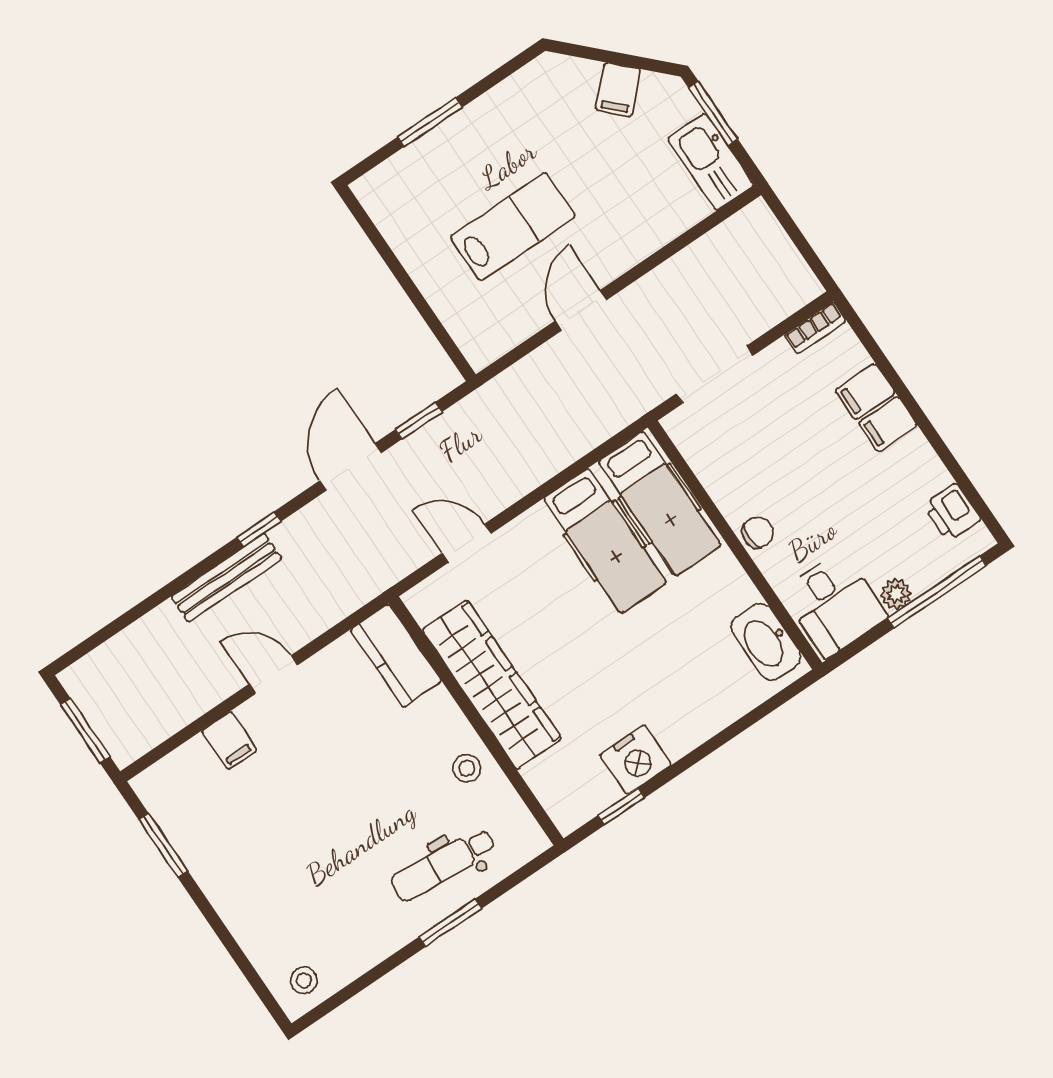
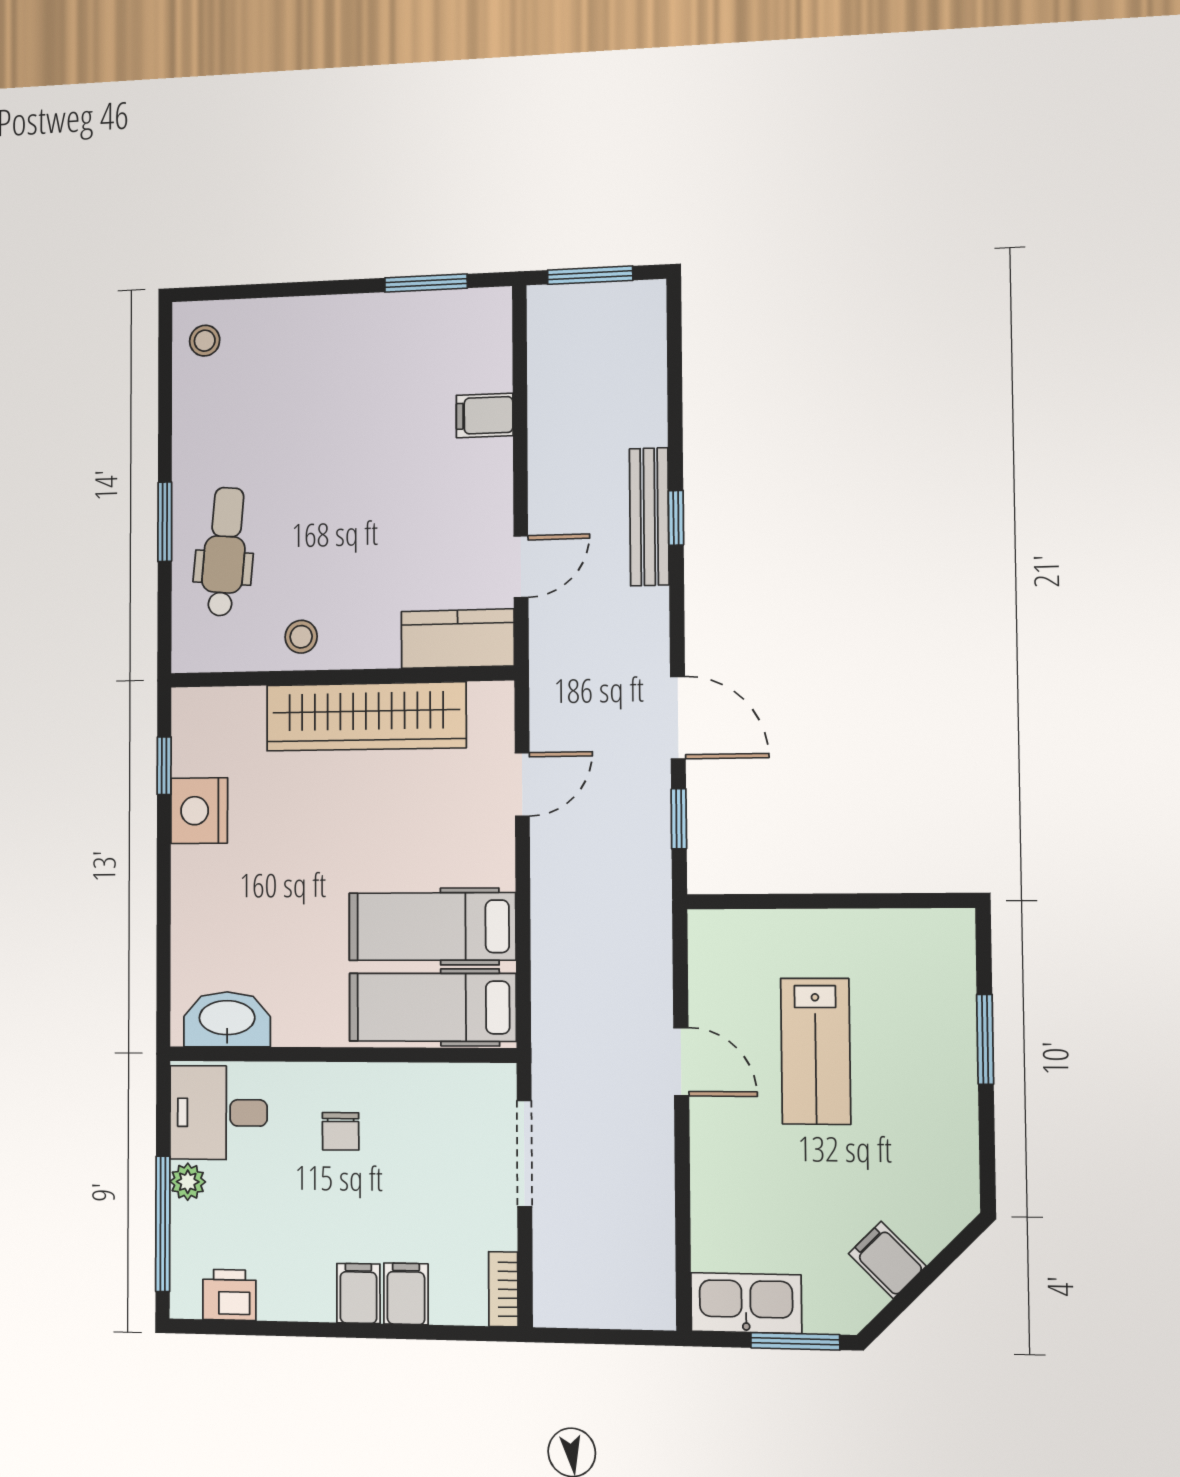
window: (259, 529) -> (676, 518), moved
chair: (758, 533) -> (341, 1131), moved
door: (273, 674) -> (521, 567), moved

